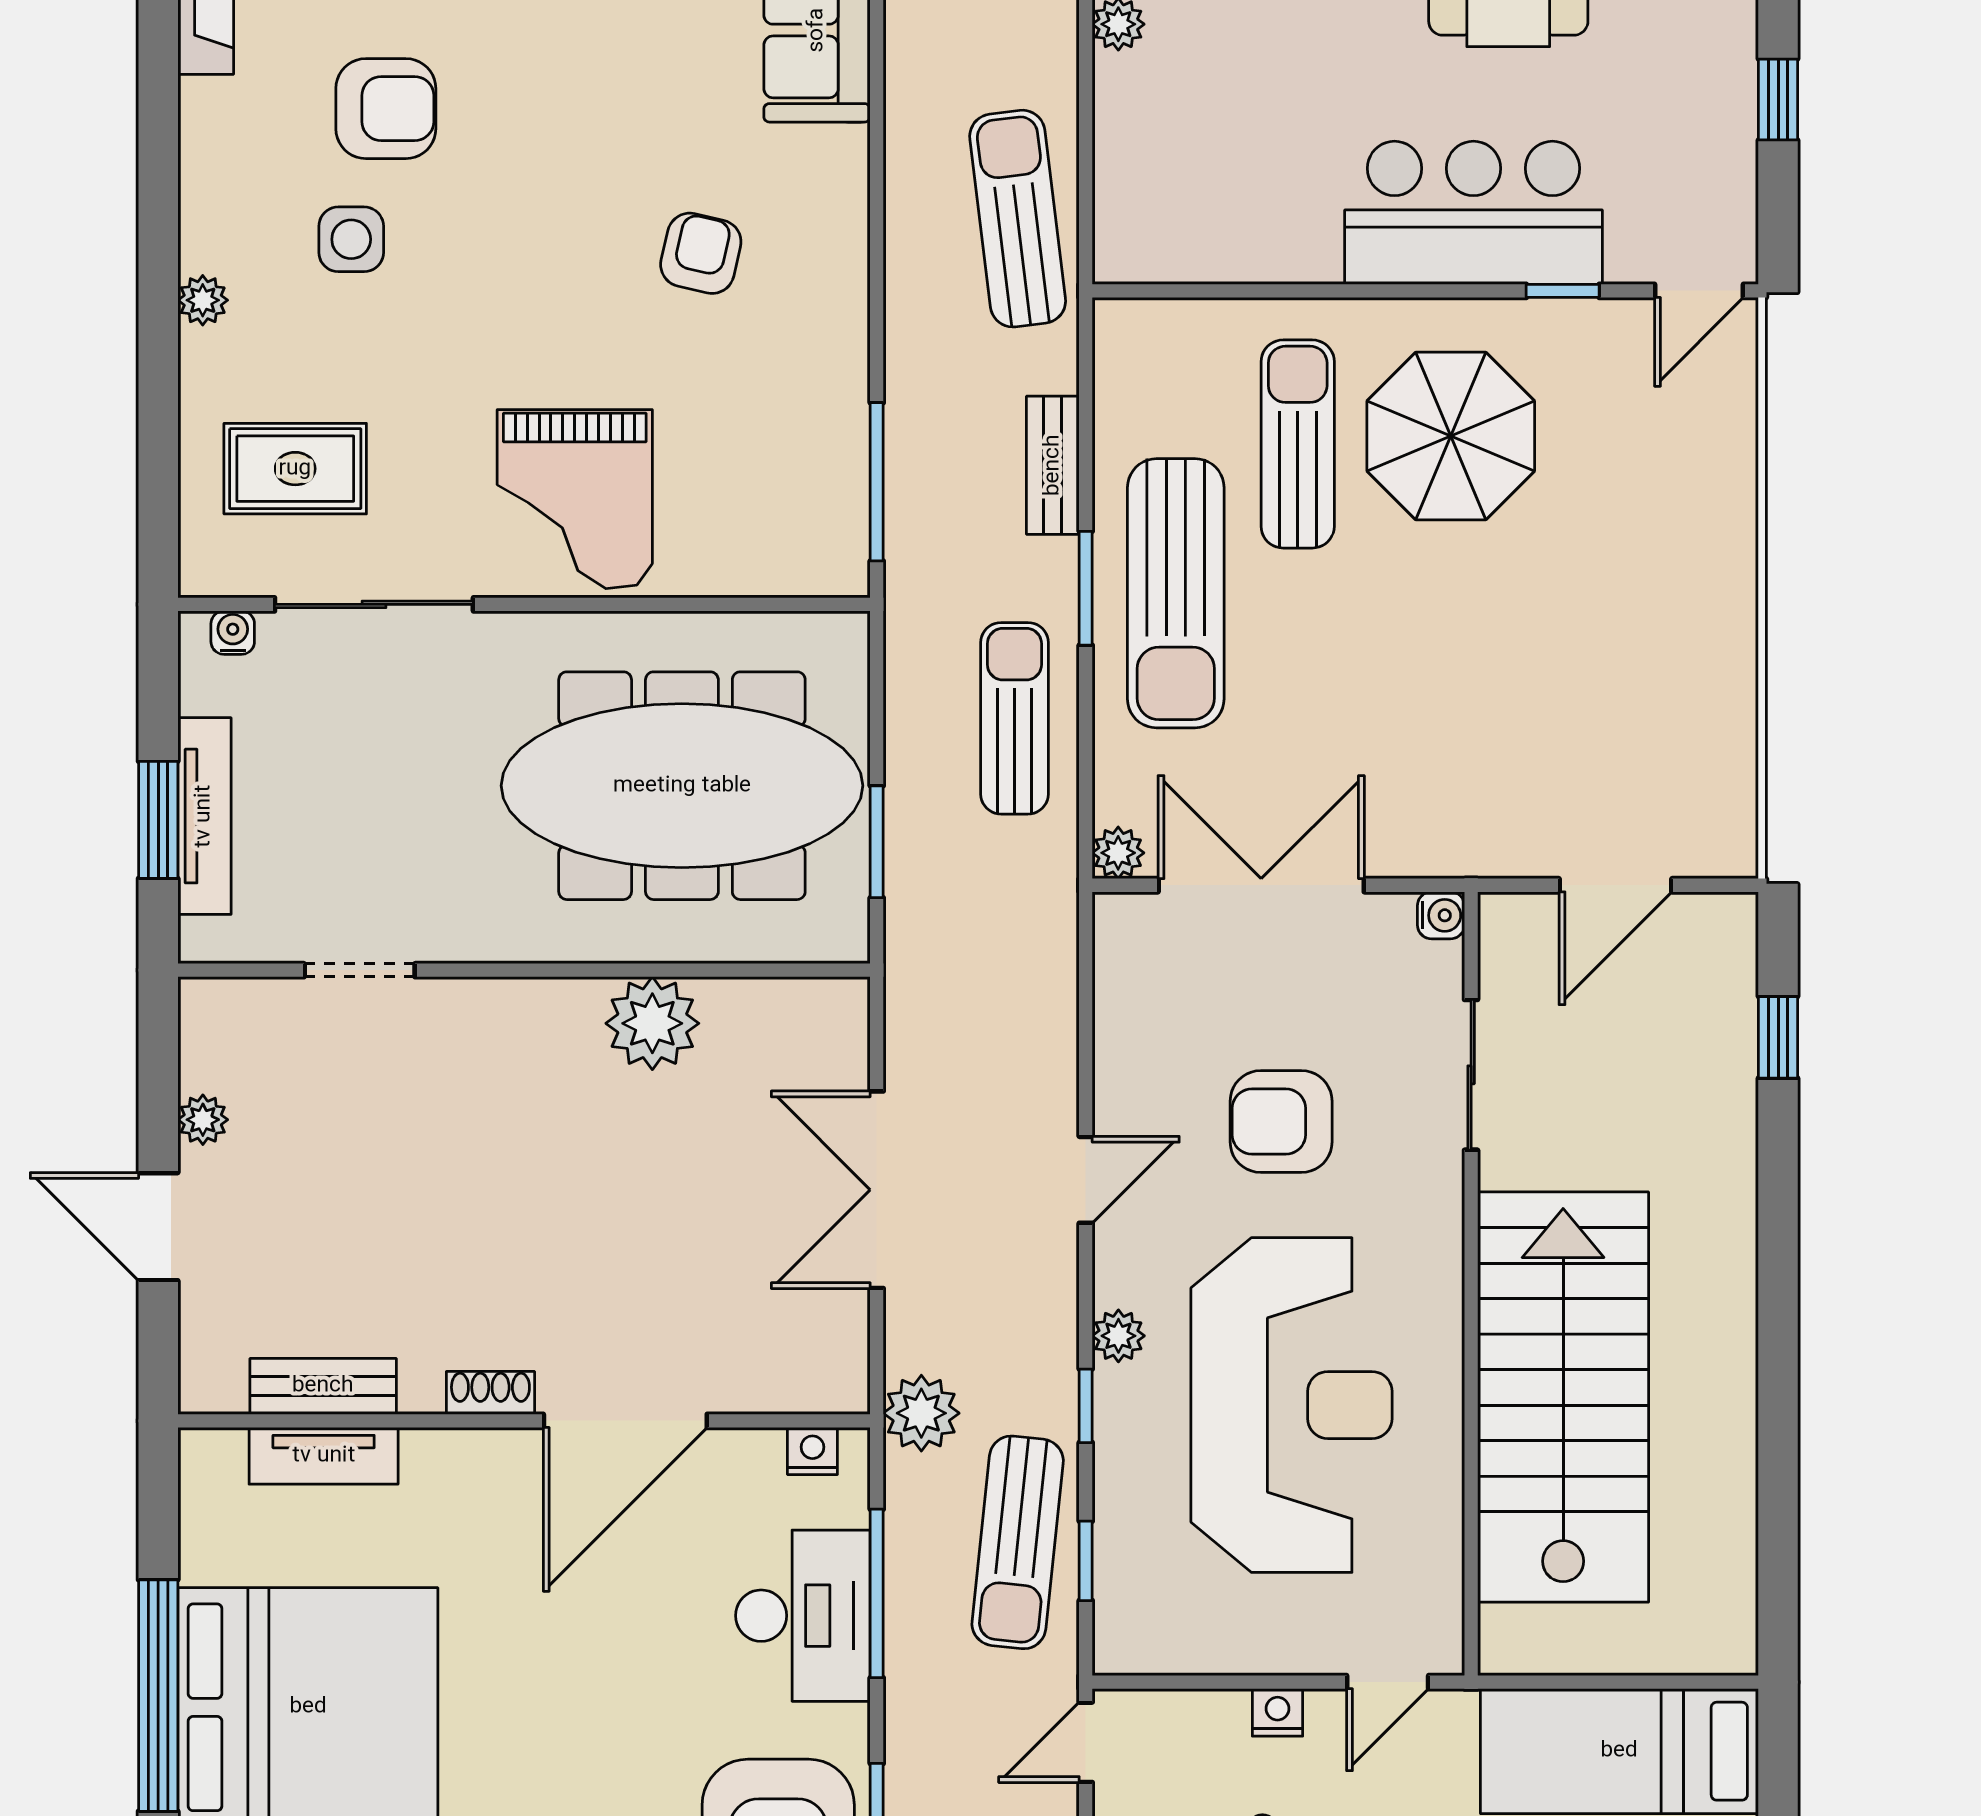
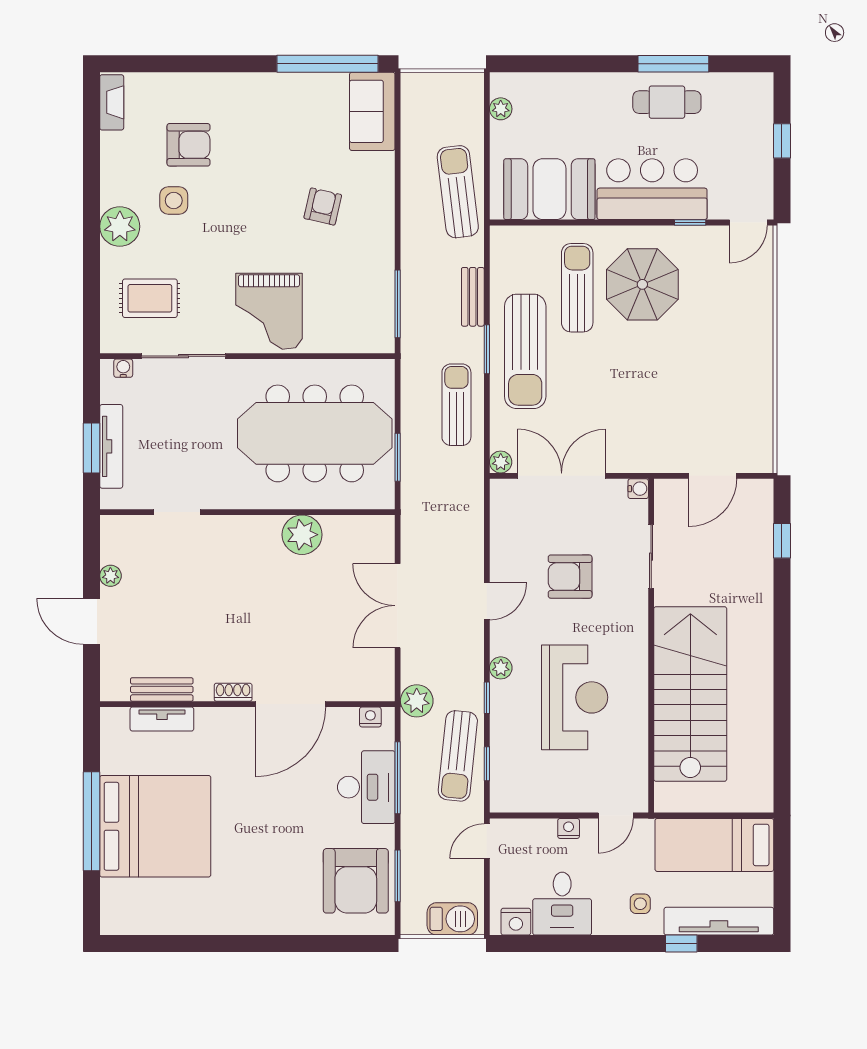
booth: (1233, 213) -> (549, 189), added
plant: (203, 300) -> (120, 226), width x1.88, depth x1.88
reception desk: (1292, 1405) -> (575, 697), width x0.74, depth x0.77

